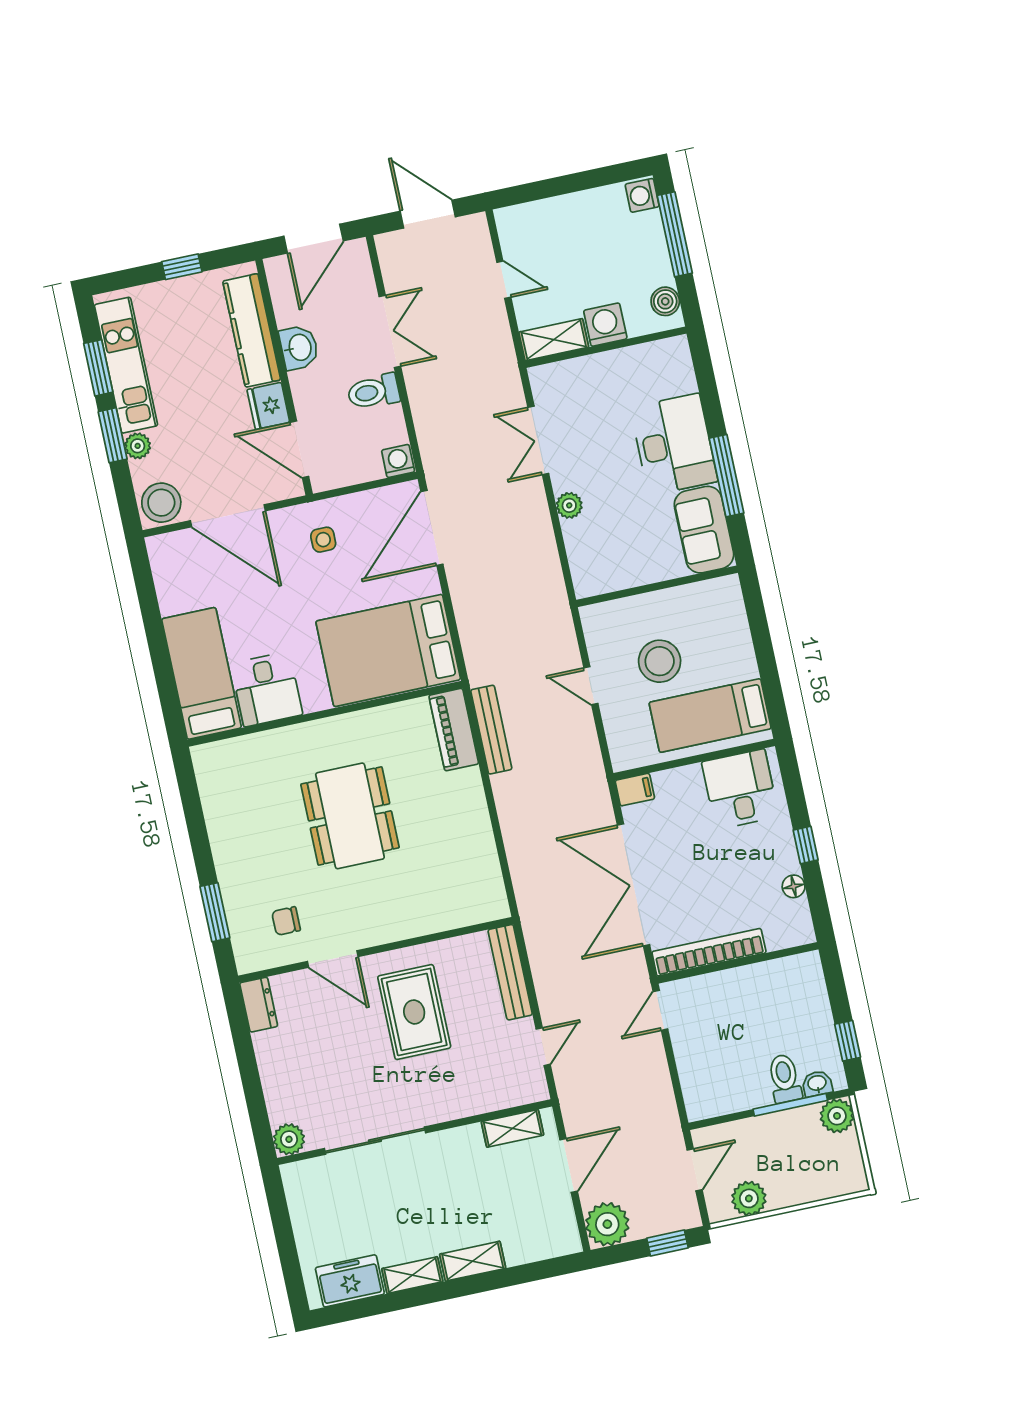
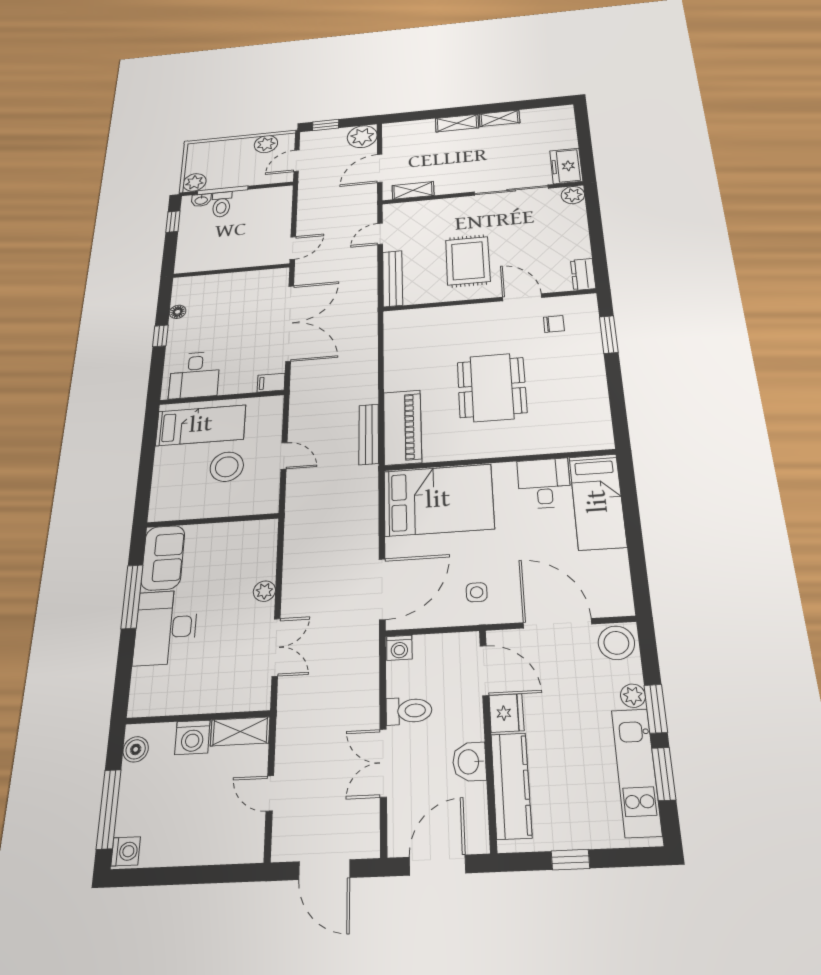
piano: (454, 730) -> (402, 427), width x1.37, depth x1.33
bookcase: (709, 952) -> (249, 278), removed
freezer: (350, 1281) -> (566, 166), moved, turned 90

